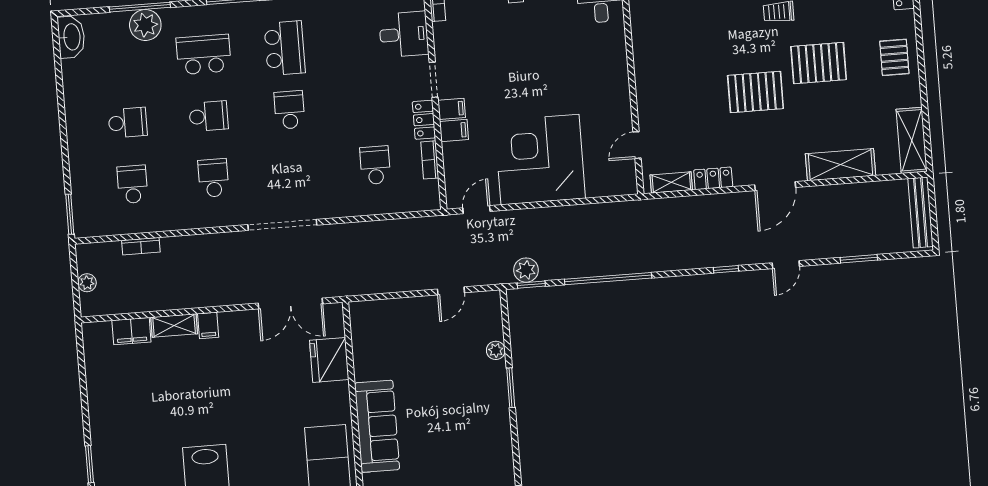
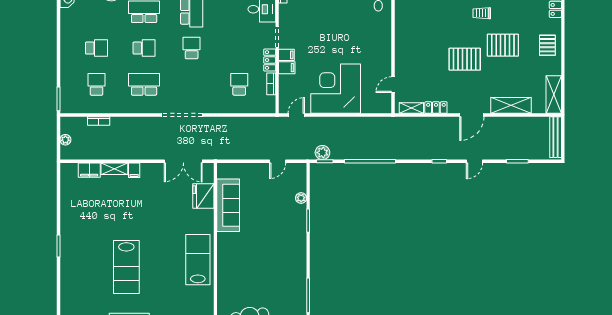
school desk: (213, 178) -> (144, 84), width x1.85
sofa: (377, 426) -> (228, 205), moved

